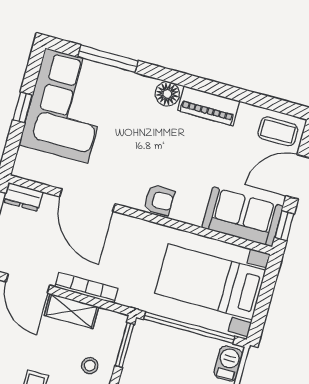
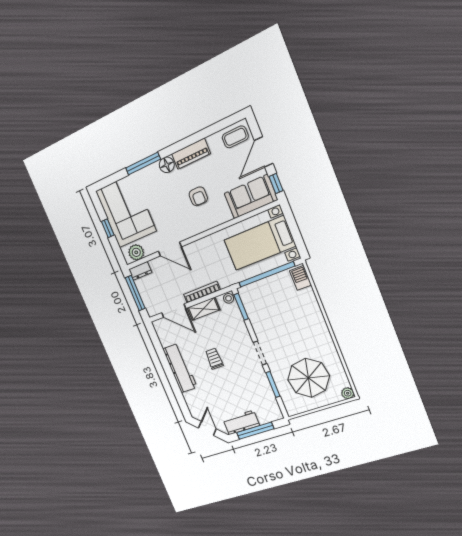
window: (108, 59) -> (143, 164), moved
plant: (37, 169) -> (136, 252), added
door: (87, 200) -> (170, 249), width x0.73
armchair: (159, 200) -> (198, 196), moved, turned 90
stool: (90, 366) -> (229, 298), moved

